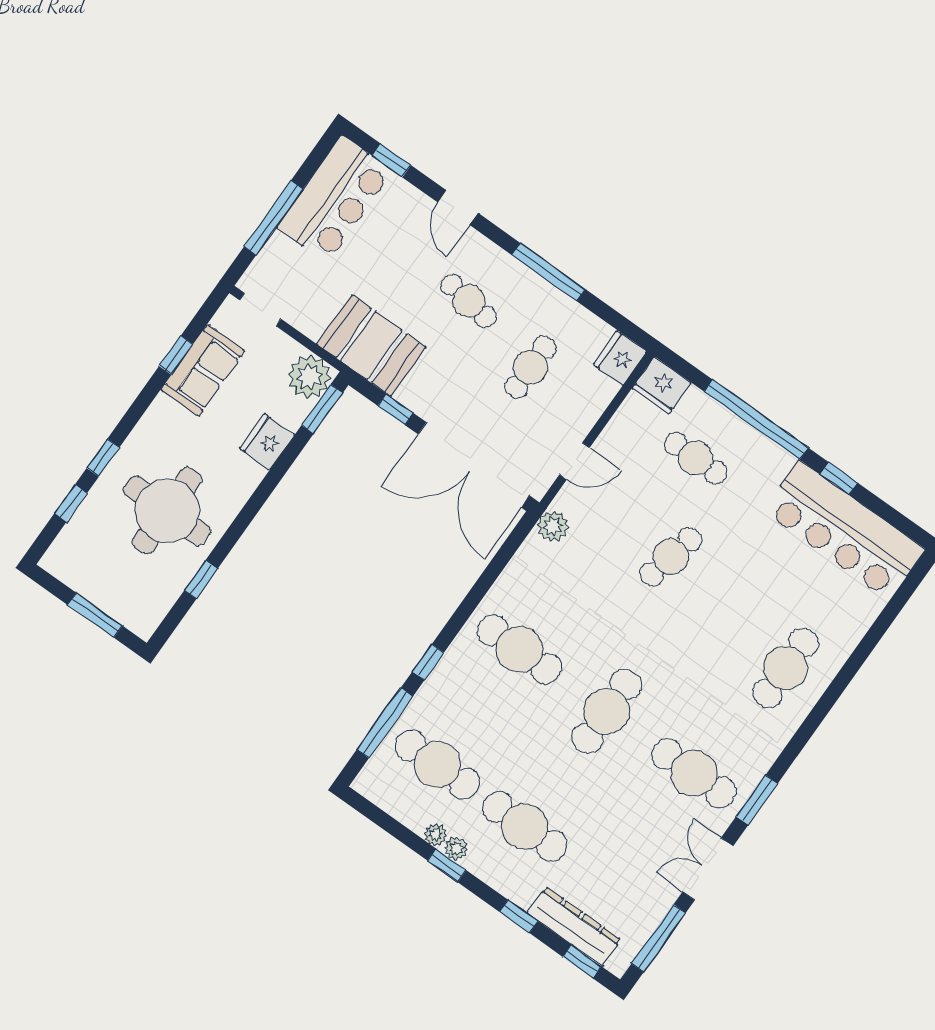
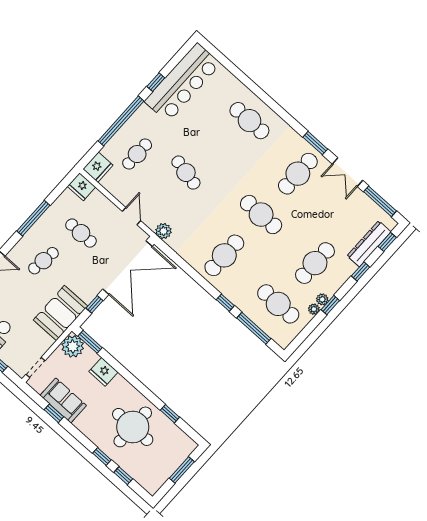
cafe table: (438, 764) -> (278, 304), turned 90

